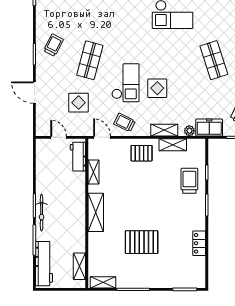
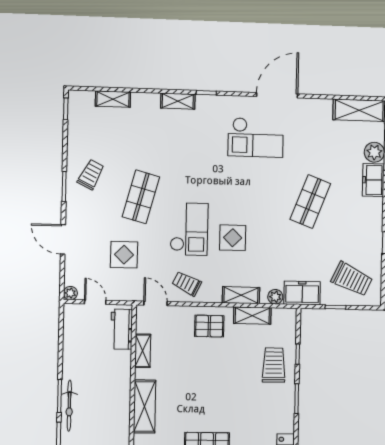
shop shelf: (214, 60) -> (310, 201), turned 39
plant: (41, 131) -> (70, 293), added

